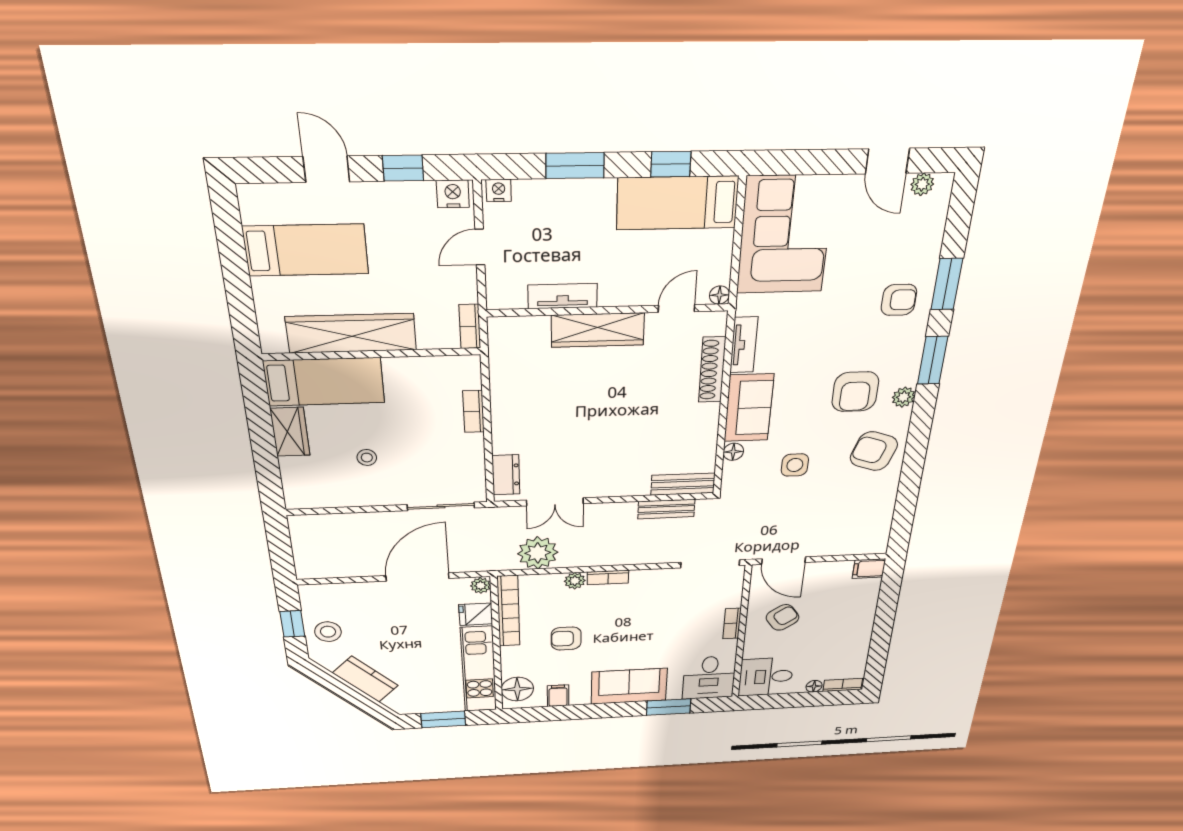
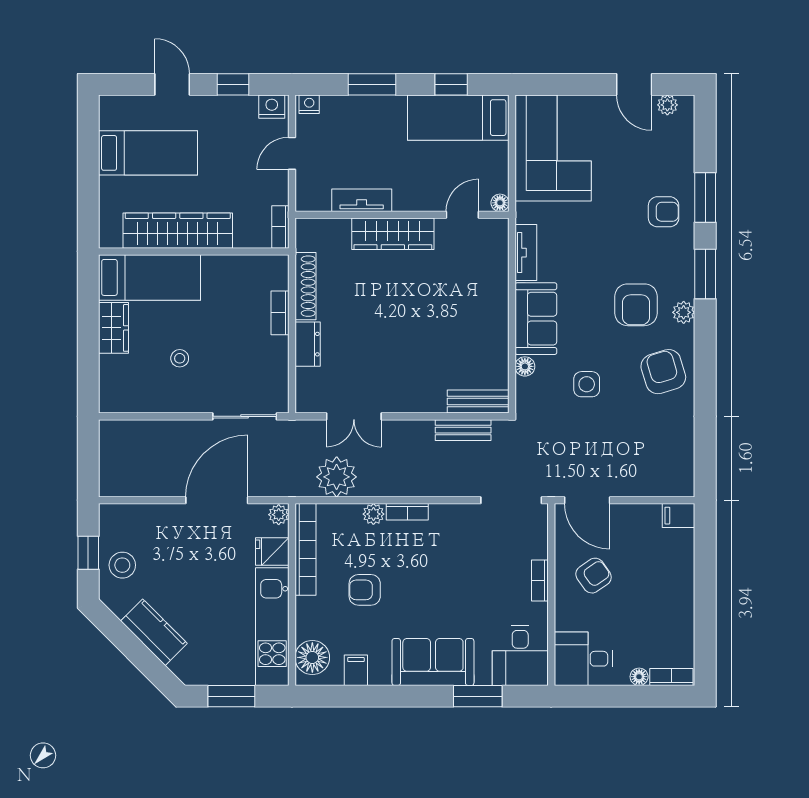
shoe rack: (712, 370) -> (306, 286), moved, turned 180
armchair: (874, 451) -> (663, 372), turned 54
dresser: (506, 475) -> (308, 344), moved

